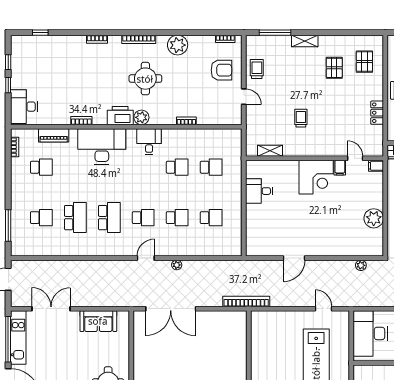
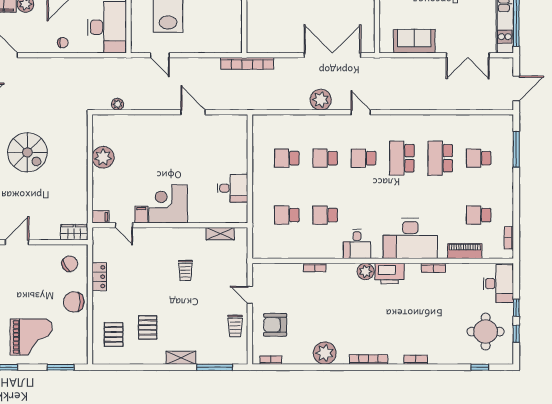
round table: (145, 79) -> (486, 332), moved
door: (146, 258) -> (361, 112), swing flipped
door: (294, 258) -> (193, 112), hinge flipped
plant: (177, 265) -> (321, 100), width x1.87, depth x1.87

